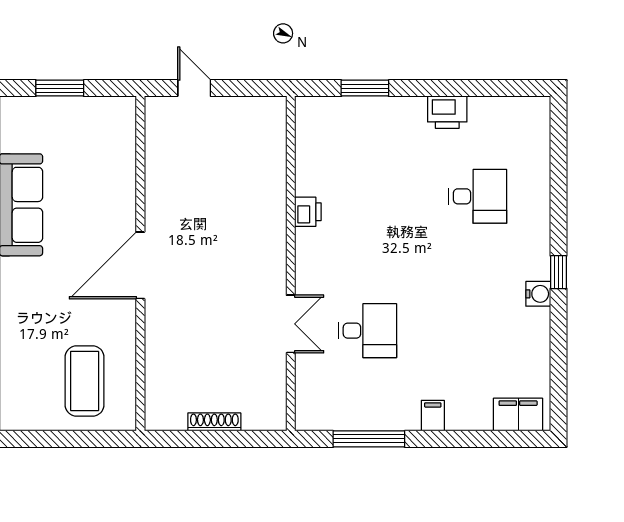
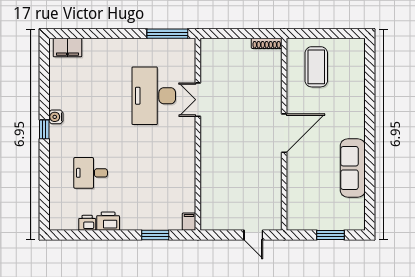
printer: (308, 212) -> (87, 223), moved, turned 90
desk: (368, 331) -> (154, 96), width x1.87, depth x1.30
filing cabinet: (433, 416) -> (189, 222), moved, turned 180
shoe rack: (214, 422) -> (267, 43), moved
window: (369, 439) -> (167, 34), moved

